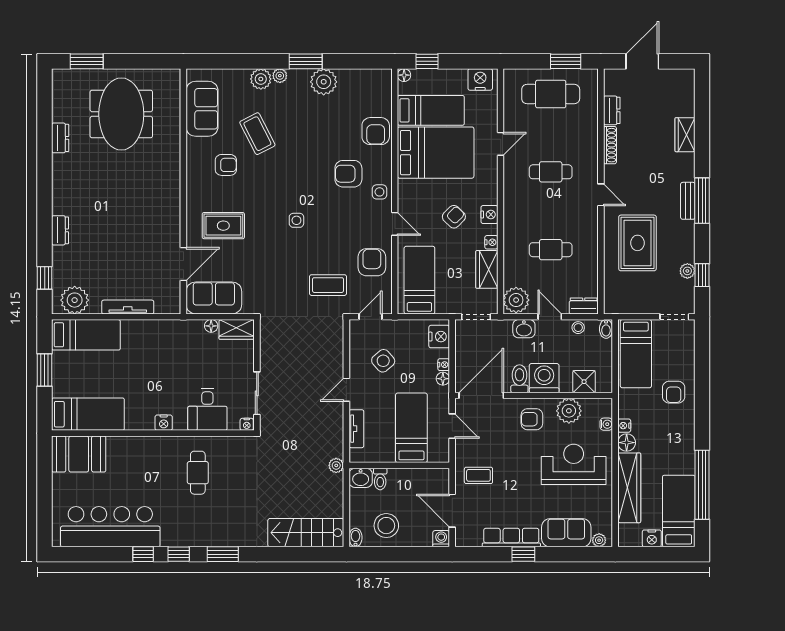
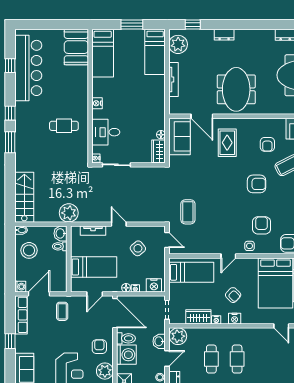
cafe table: (551, 172) -> (237, 359), moved
meeting table: (143, 212) -> (236, 89), added
side table: (296, 220) -> (231, 191), removed
armchair: (372, 262) -> (257, 184), moved
plant: (336, 465) -> (69, 213), width x1.88, depth x1.88
row of seats: (511, 538) -> (21, 315), moved
window: (143, 554) -> (10, 66), moved

